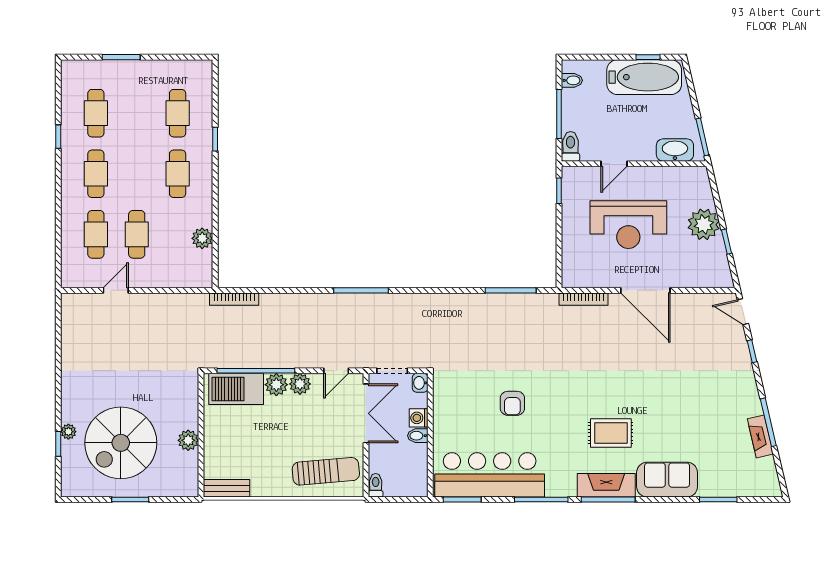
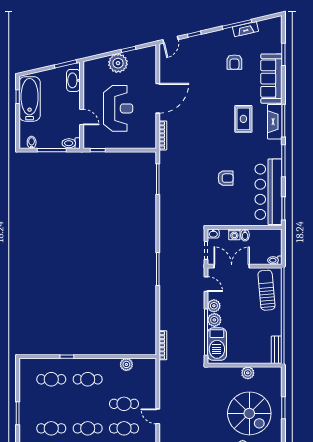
armchair: (705, 418) -> (234, 62), added
sofa: (667, 480) -> (271, 79), width x1.36

